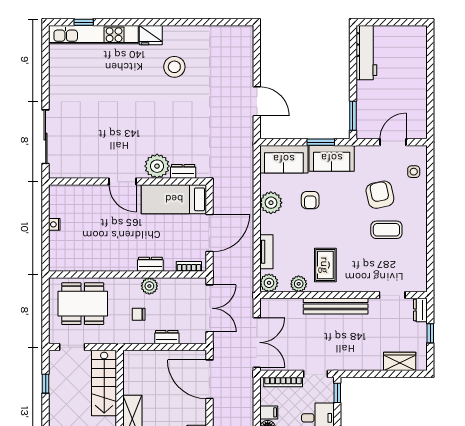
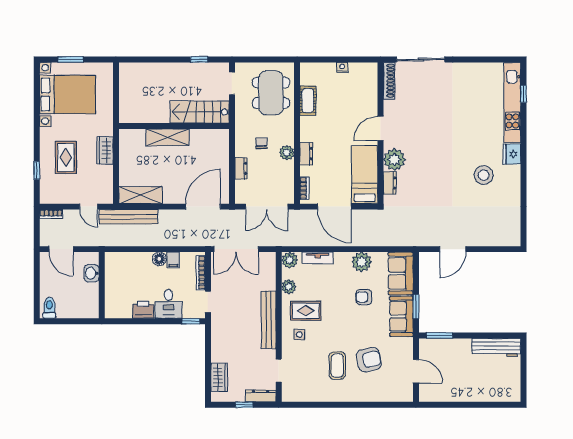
shoe rack: (69, 172) -> (389, 81), added
side table: (414, 172) -> (299, 335), moved
cot: (91, 263) -> (308, 101), added
dresser: (420, 310) -> (261, 396), width x1.44

